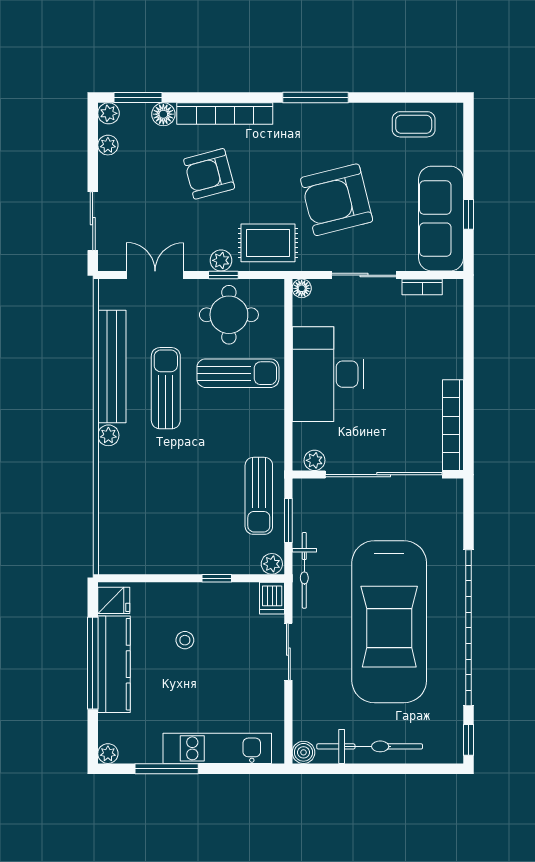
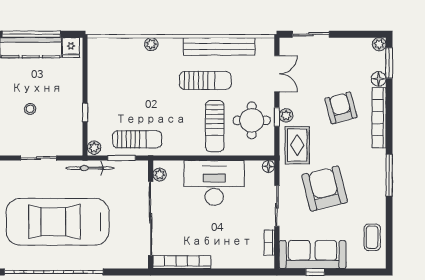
plant: (108, 145) -> (359, 44), removed
plant: (108, 435) -> (151, 44), moved
sun lounger: (259, 496) -> (137, 139), turned 180
dishwasher: (272, 598) -> (72, 148), removed
stool: (185, 640) -> (30, 109), moved

